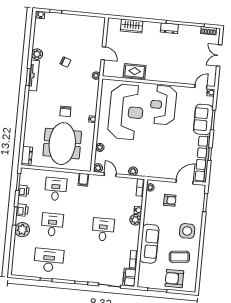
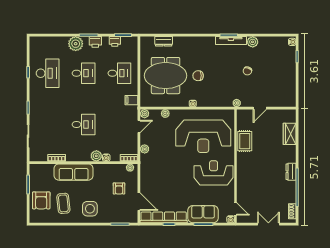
dresser: (27, 155) -> (164, 41), moved
filing cabinet: (129, 277) -> (38, 155), removed
armchair: (174, 279) -> (41, 200), turned 180

